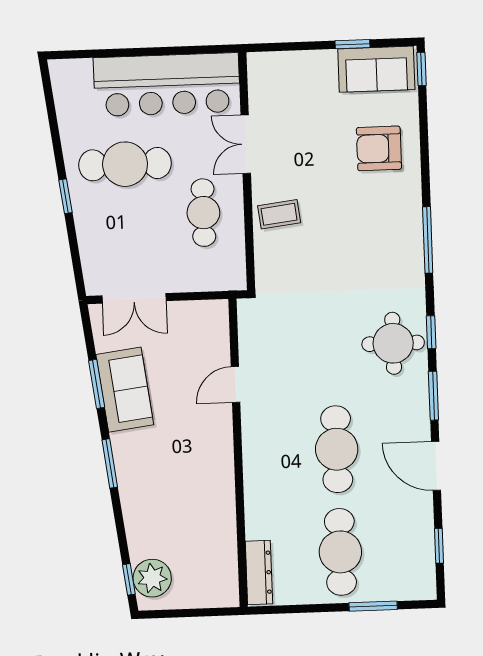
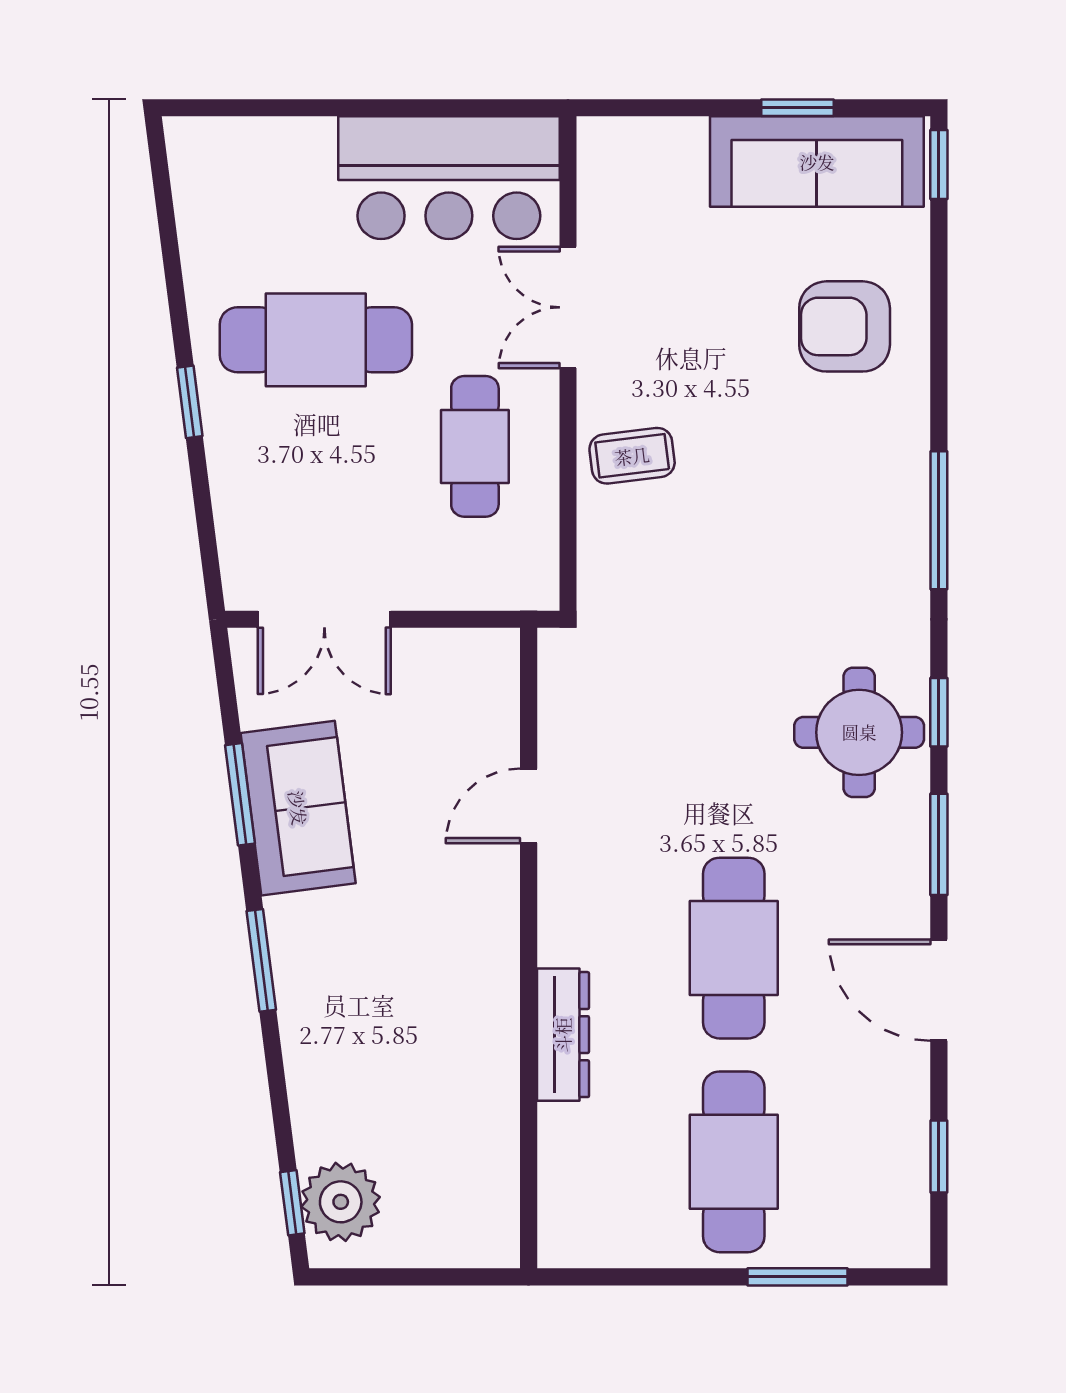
sofa: (376, 69) -> (817, 162), width x1.36
bar counter: (167, 85) -> (449, 178), width x0.73
dresser: (259, 573) -> (563, 1035), moved

